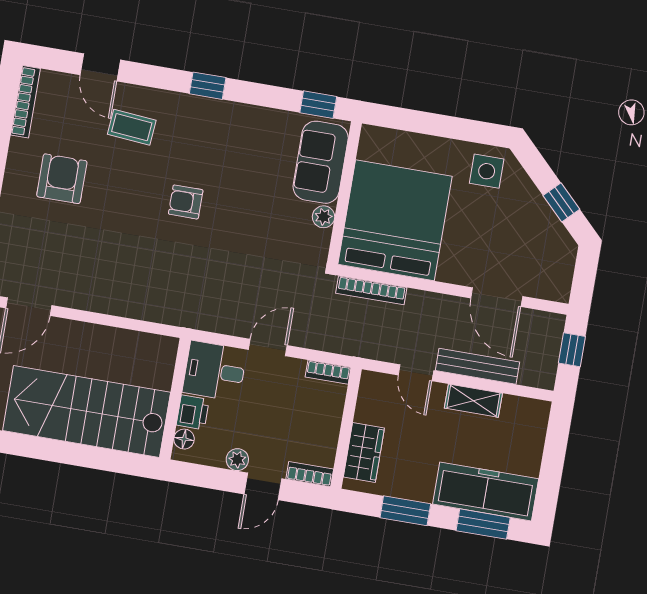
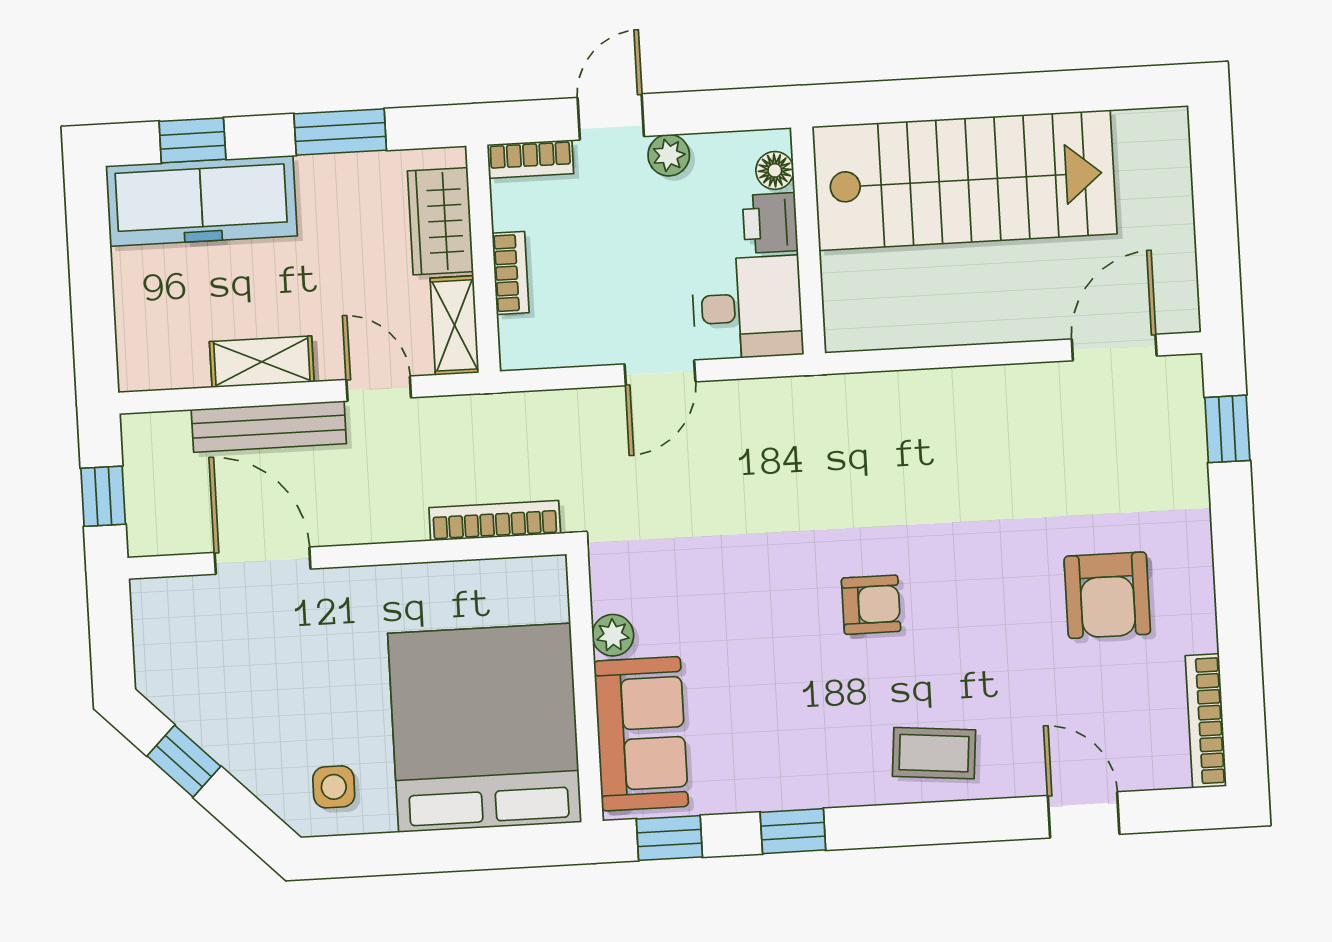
window: (208, 86) -> (793, 831), moved
coffee table: (132, 127) -> (934, 753), moved
side table: (487, 171) -> (334, 787), width x0.73, depth x0.73
bed: (395, 220) -> (485, 728), moved, turned 180
bookcase: (328, 372) -> (511, 273), moved, turned 90
shelving: (369, 397) -> (455, 325), added
window: (483, 524) -> (192, 140), width x0.67

